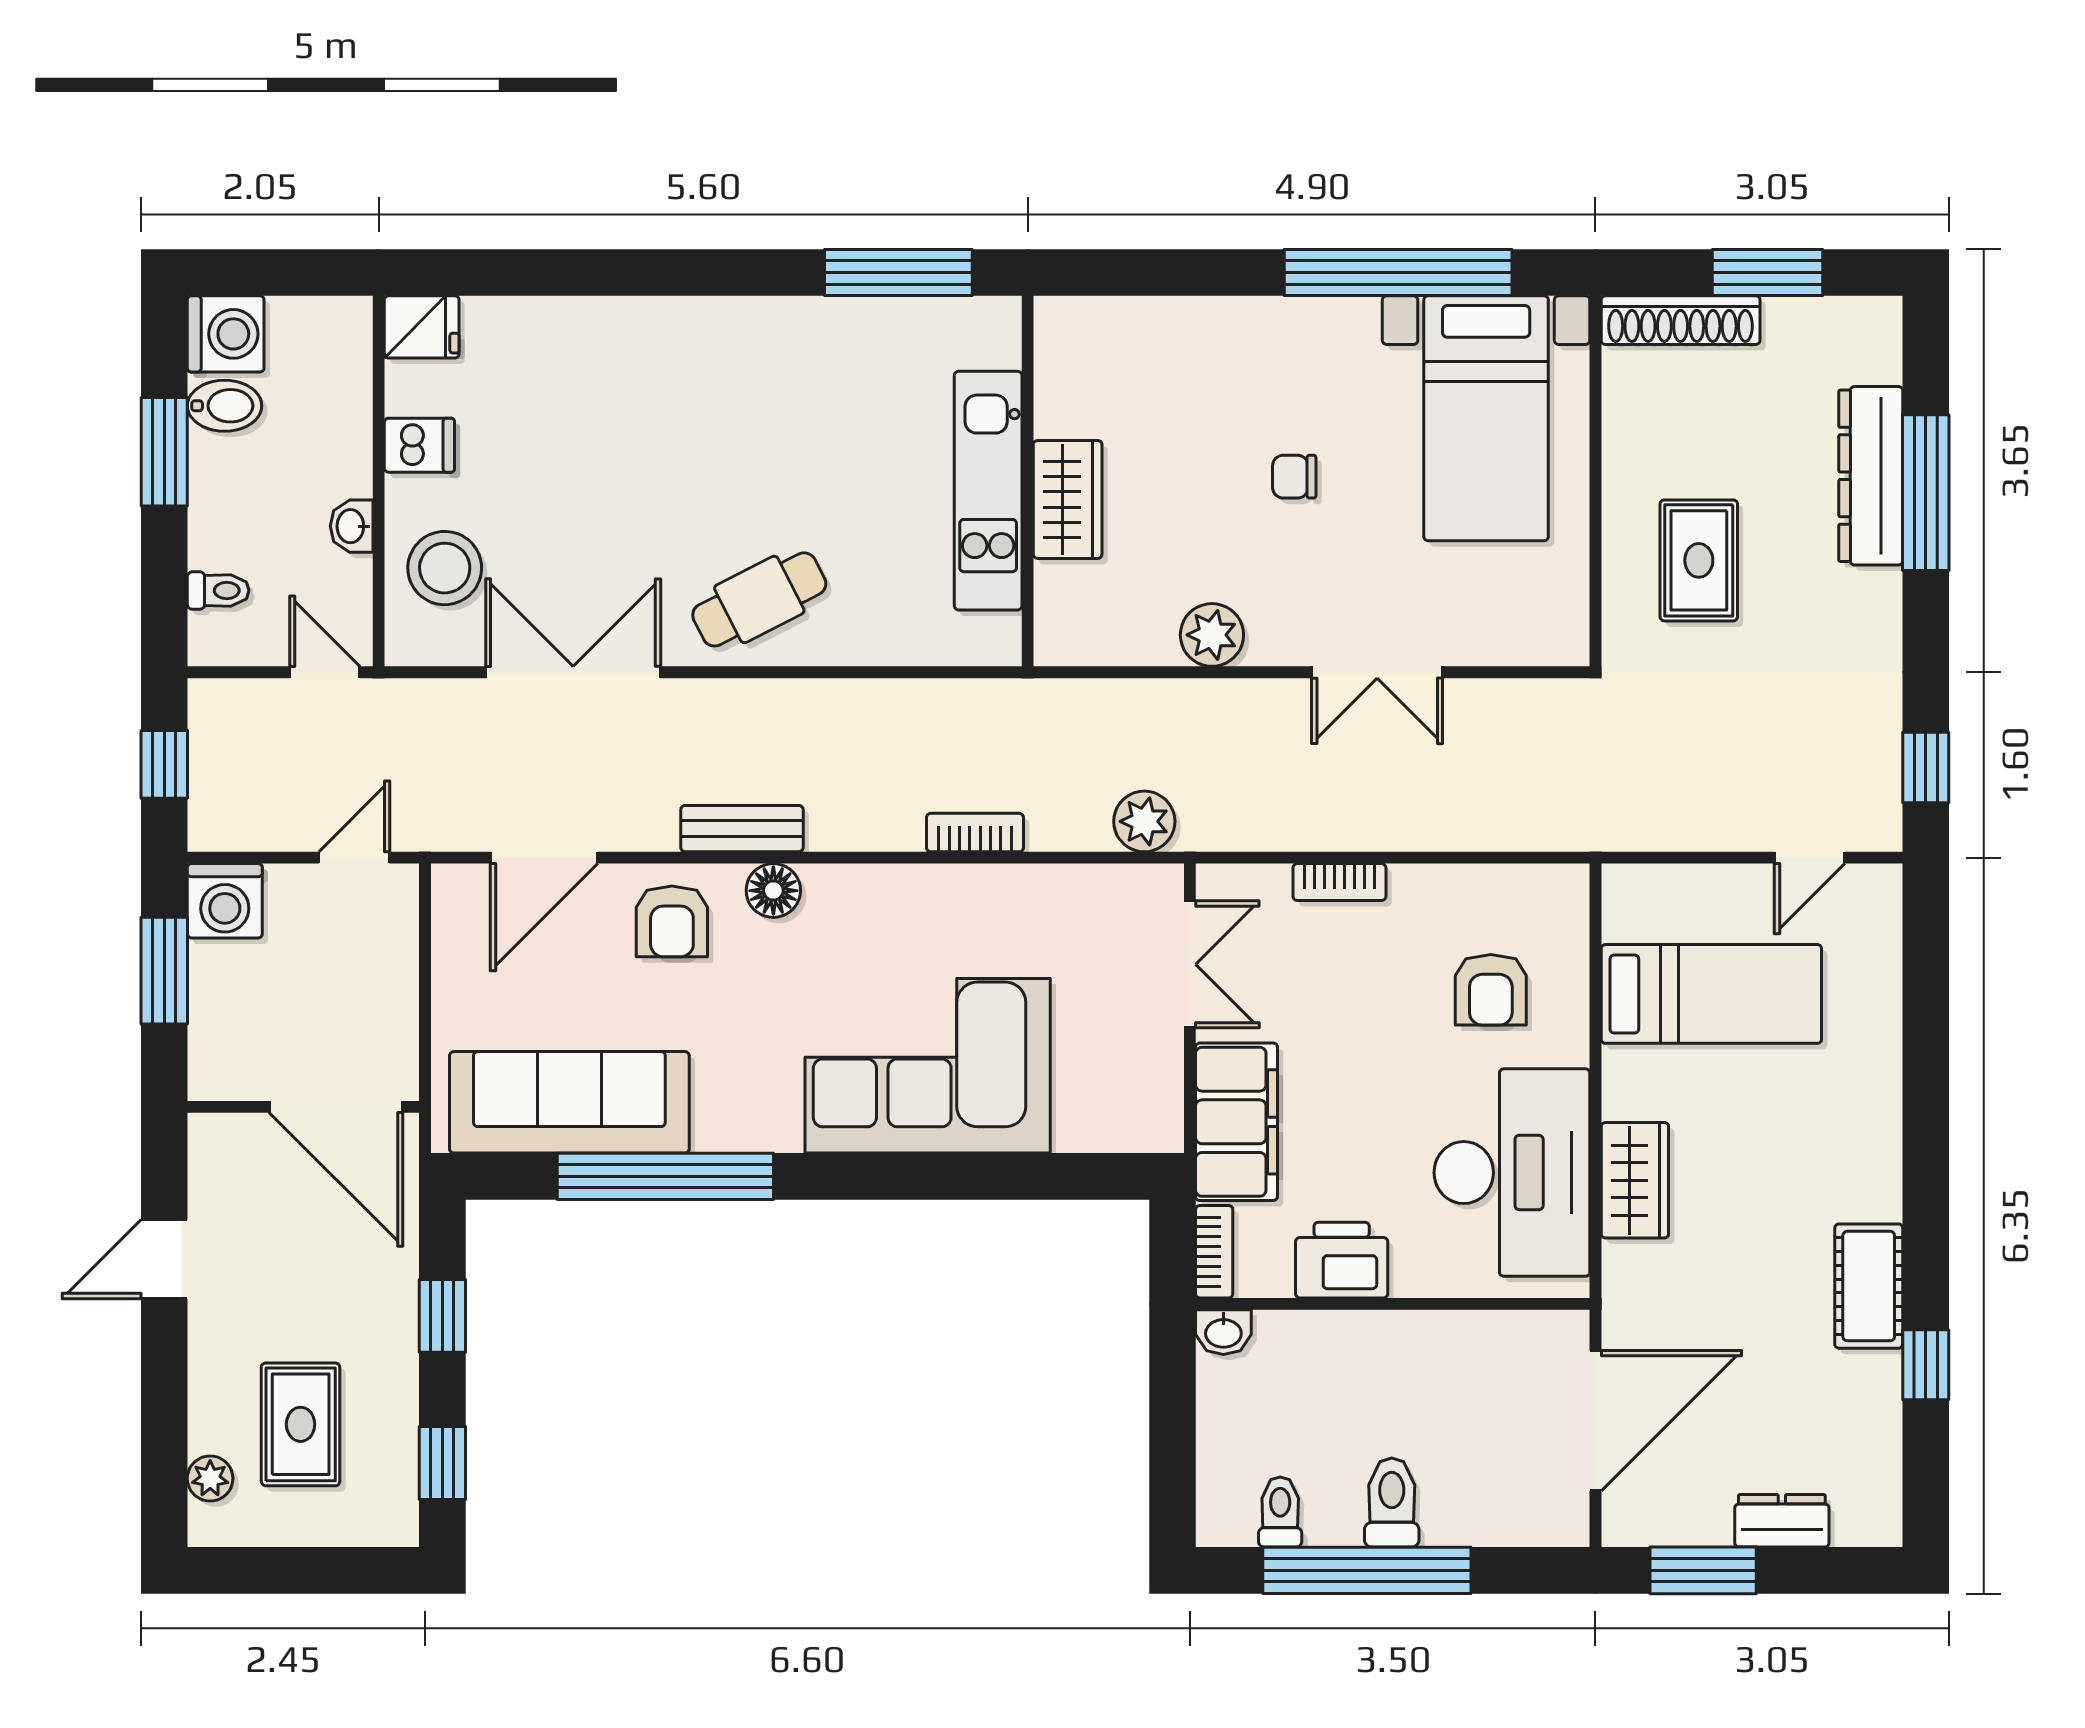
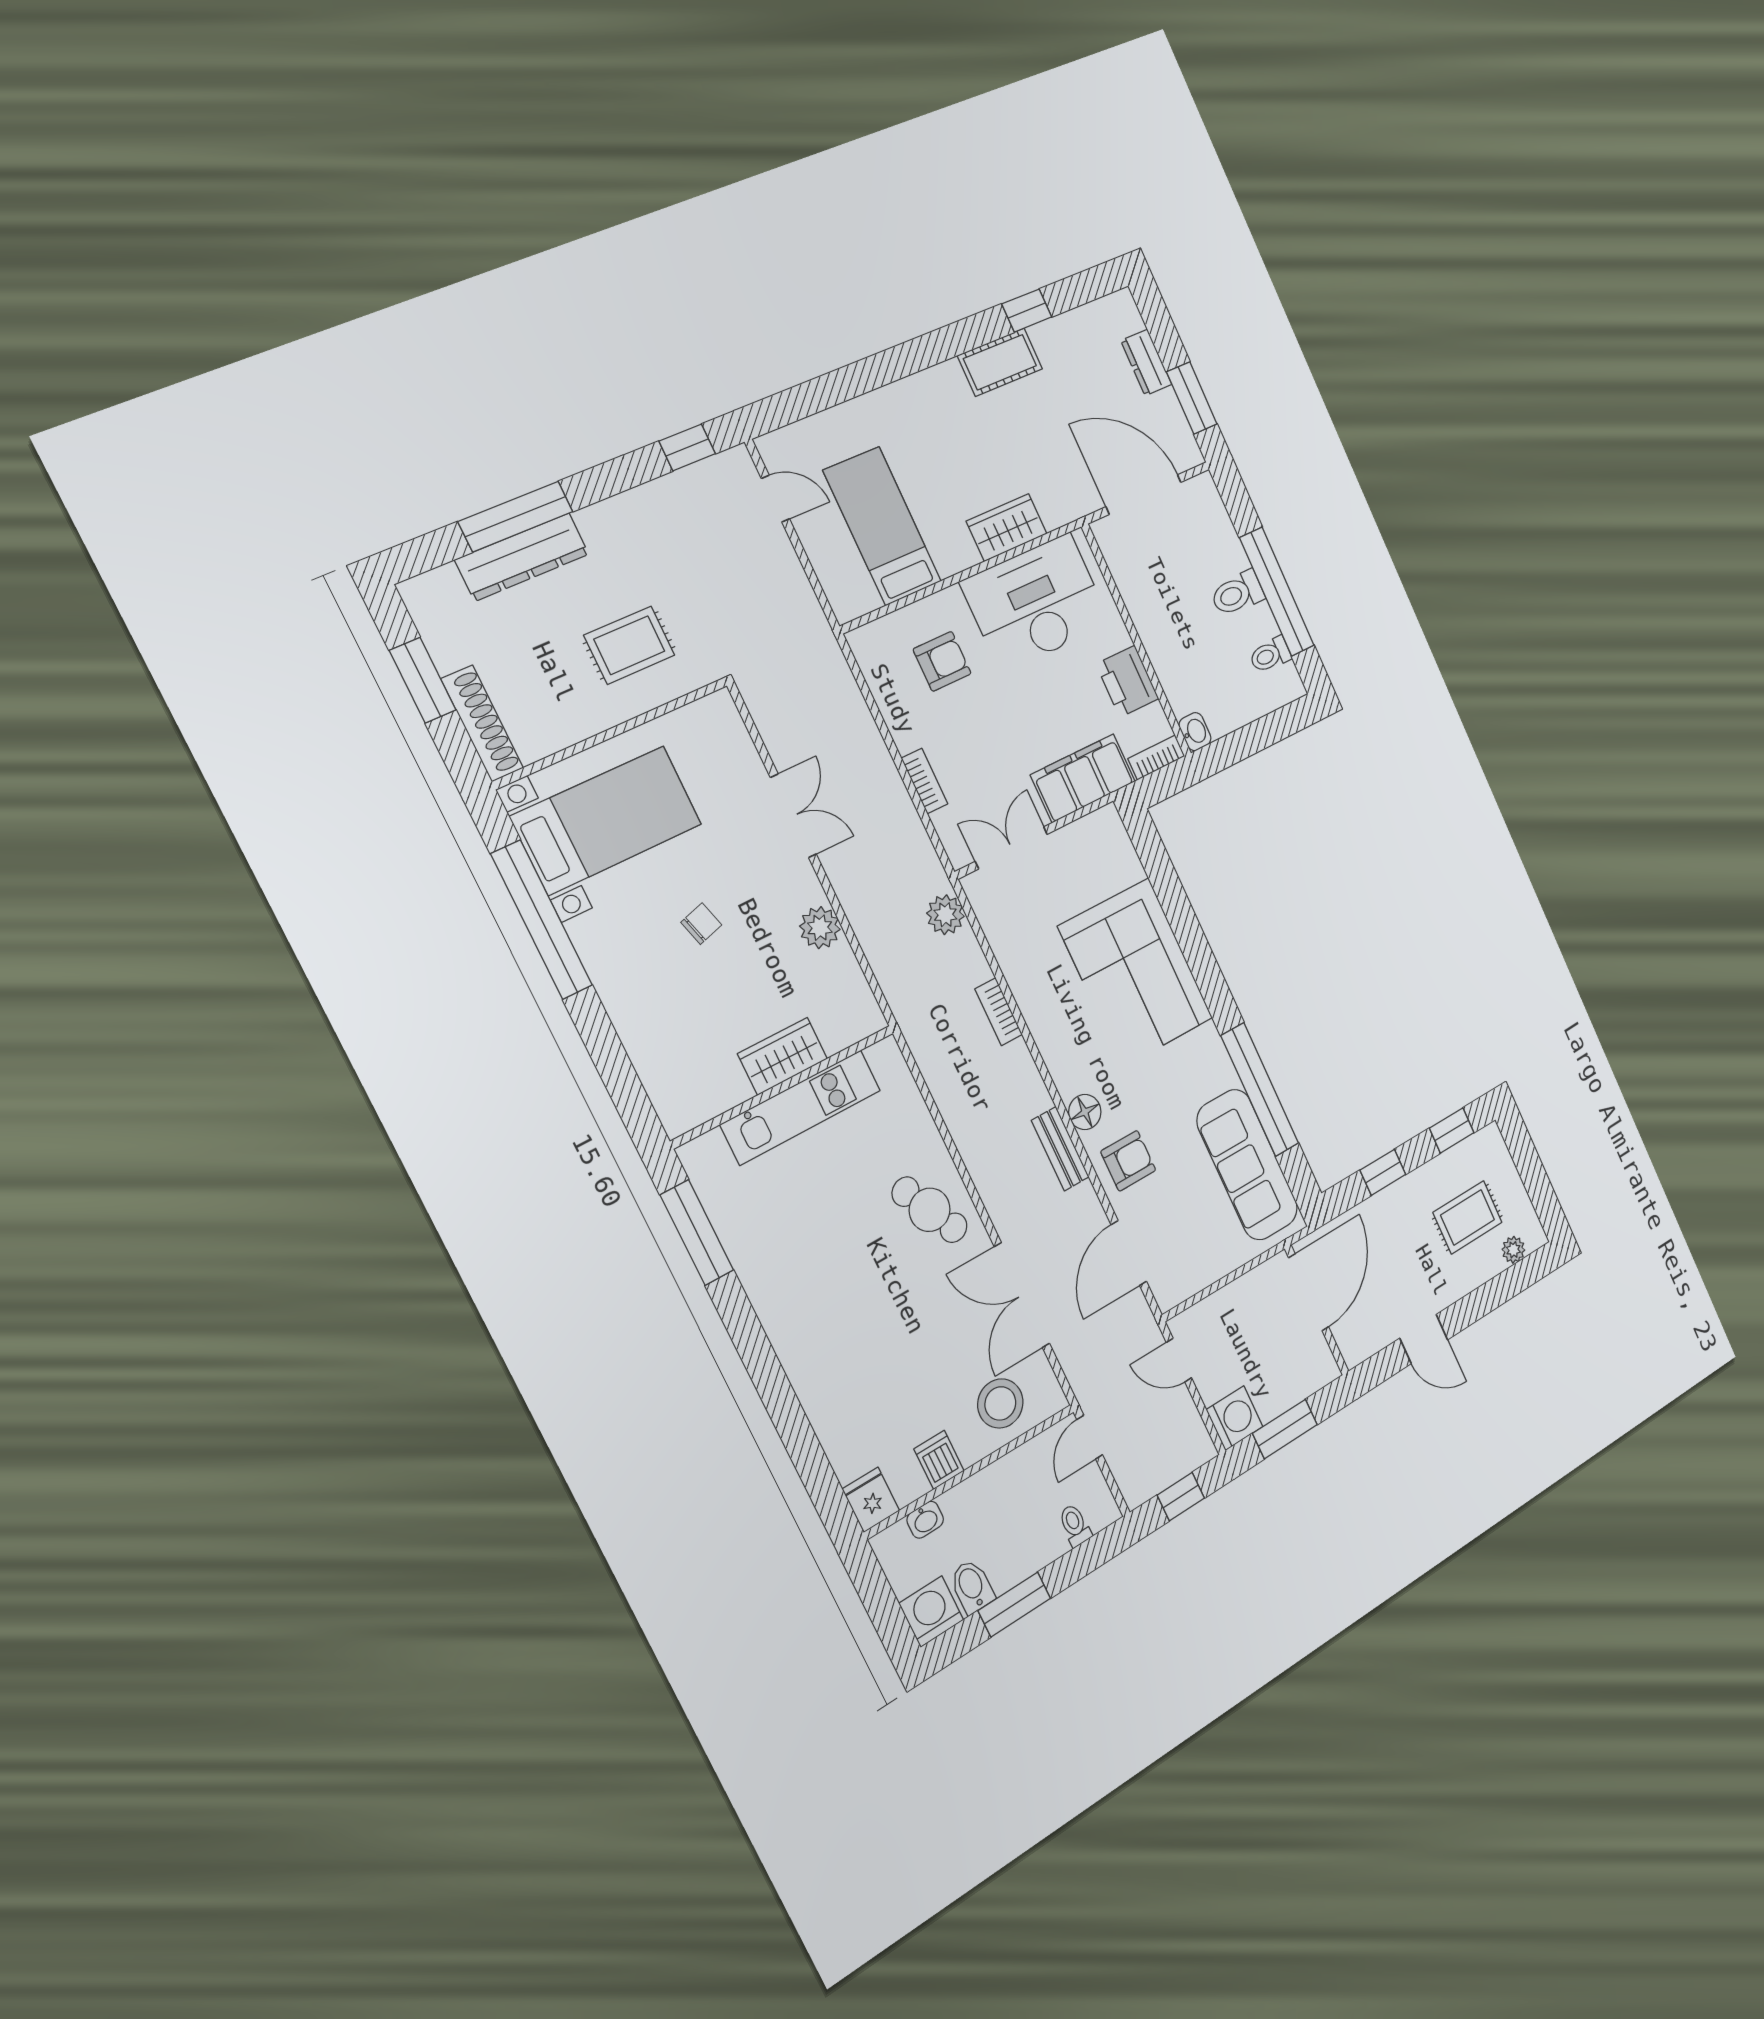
chair: (1294, 477) -> (701, 924), turned -106
washbasin: (352, 526) -> (925, 1520), moved
door: (544, 858) -> (1129, 1253), swing flipped

